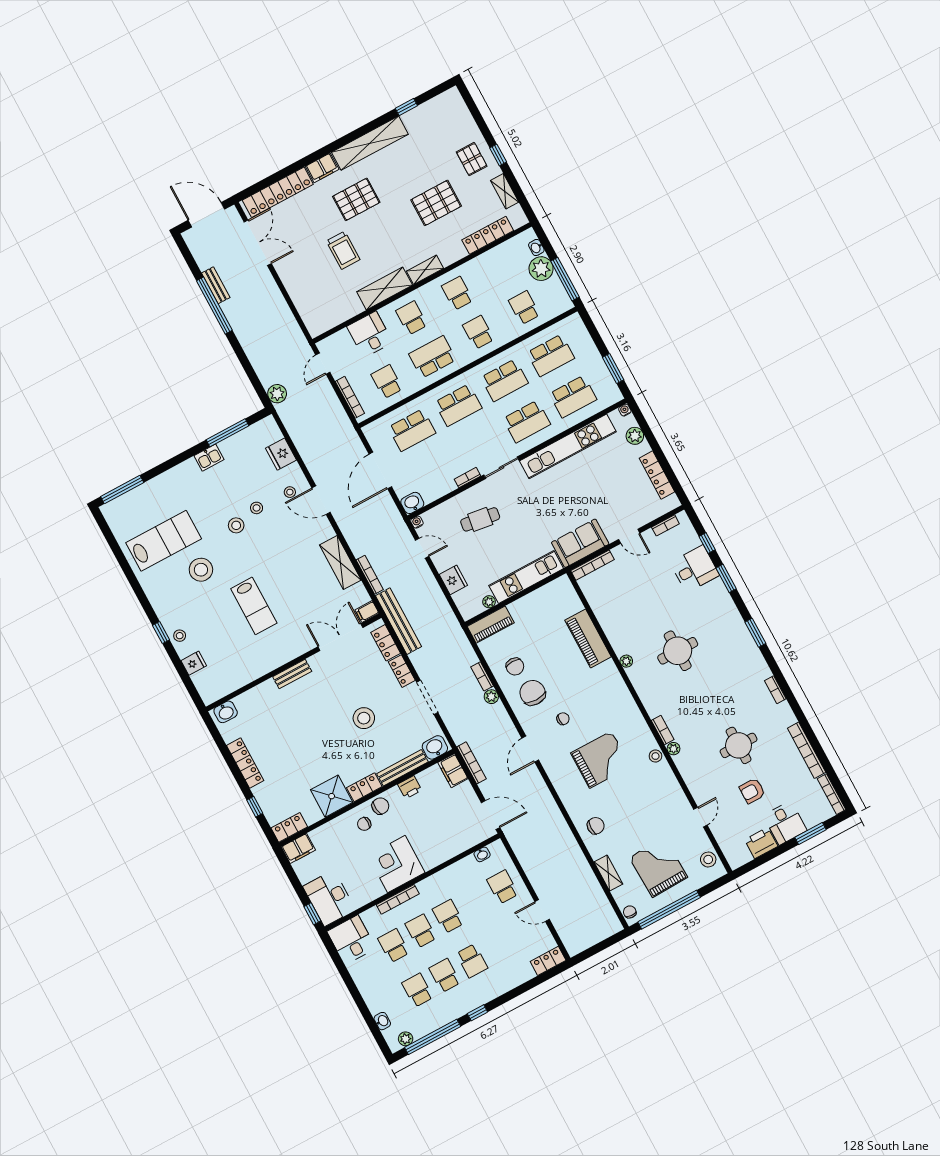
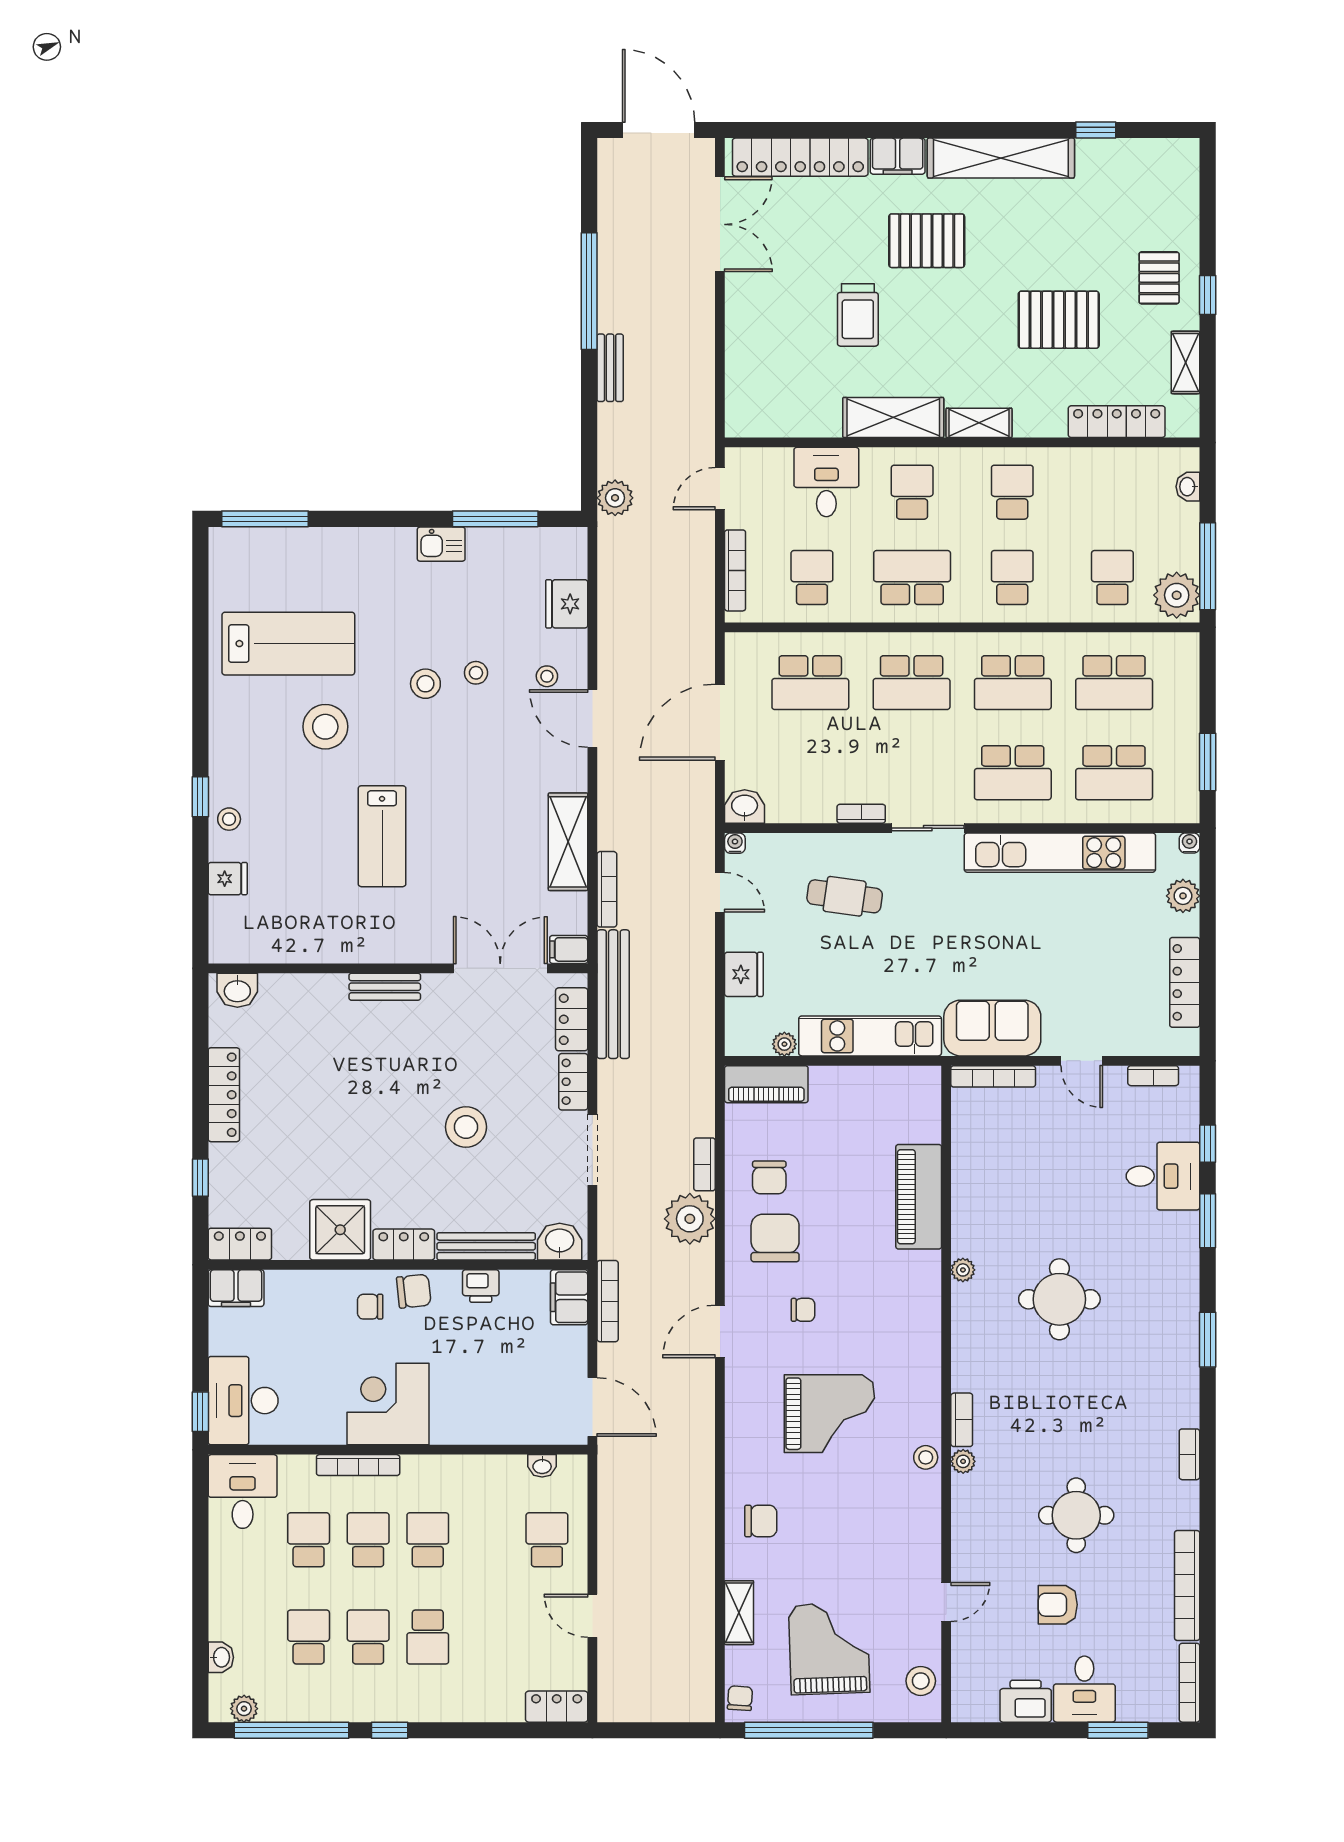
plant: (541, 269) -> (1177, 595), moved
bench: (216, 285) -> (610, 368), moved
plant: (491, 697) -> (690, 1219), width x1.88, depth x1.88

